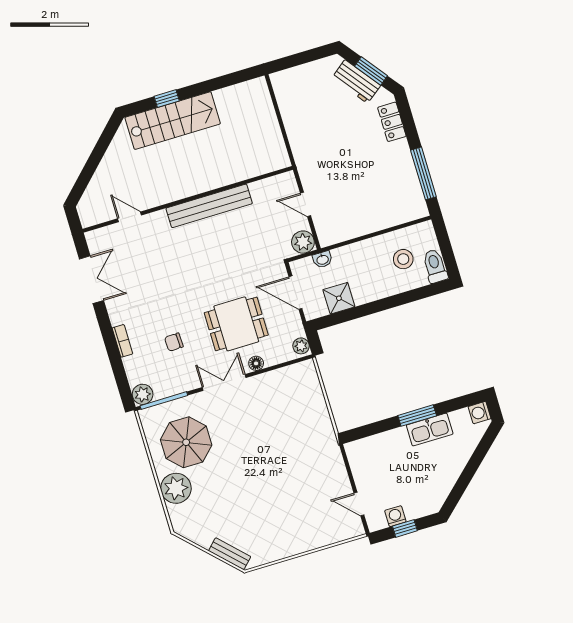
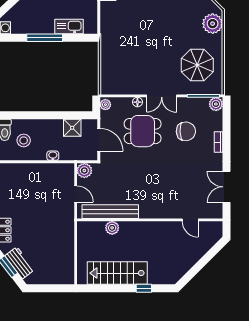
stairs: (173, 121) -> (117, 273), moved
plant: (238, 172) -> (112, 228), added
bench: (209, 206) -> (110, 212), moved
washbasin: (322, 259) -> (53, 156), moved
chair: (174, 342) -> (186, 131), width x1.87, depth x1.87
window: (417, 416) -> (45, 38), width x1.44
kitchen sink: (430, 430) -> (69, 27), moved
plant: (176, 488) -> (213, 24), moved

